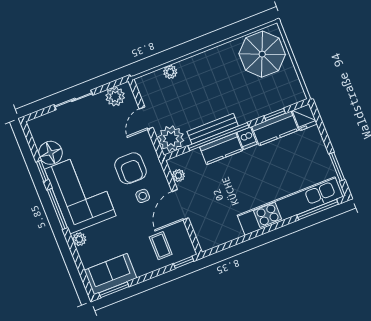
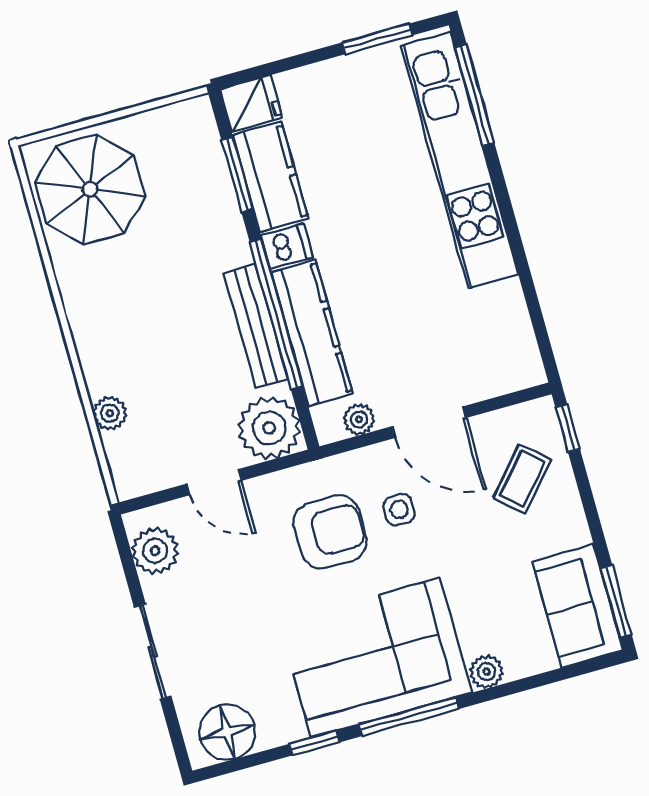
window: (275, 114) -> (237, 174), width x1.50
kitchen counter: (221, 149) -> (312, 333), width x1.50
floor lamp: (50, 153) -> (227, 732), moved
coffee table: (161, 246) -> (522, 479), turned -49

